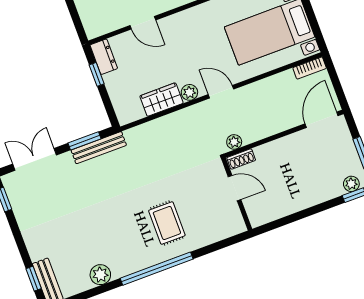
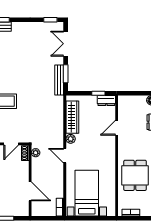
door: (221, 92) -> (65, 156), swing flipped
wardrobe: (161, 100) -> (72, 117), width x1.50
door: (322, 120) -> (30, 191), moved
double door: (35, 159) -> (66, 44), swing flipped

